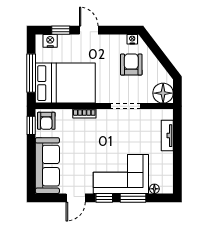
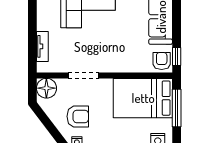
armchair: (131, 65) -> (78, 116), turned -90
bookcase: (84, 114) -> (124, 68), removed

